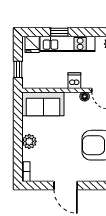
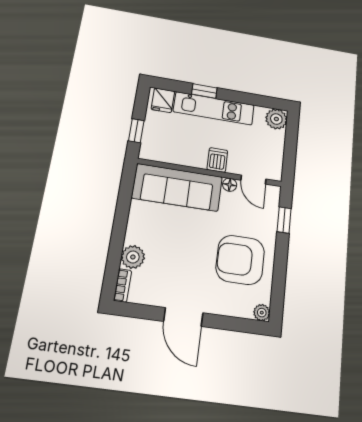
sofa: (43, 104) -> (177, 187), width x1.36
plant: (29, 141) -> (133, 257), moved

